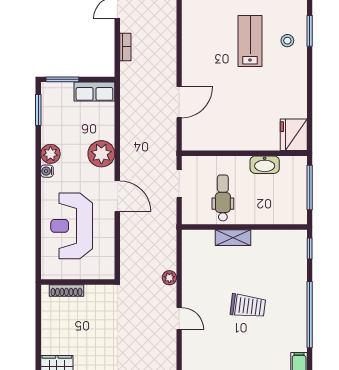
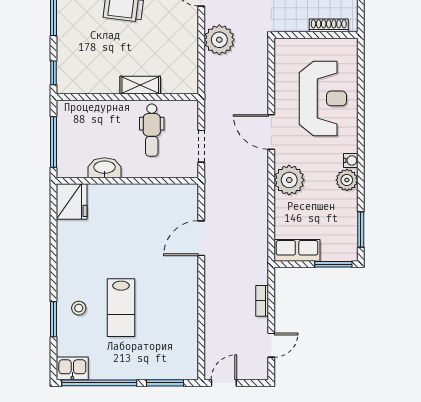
plant: (169, 278) -> (219, 40), width x1.88, depth x1.88

